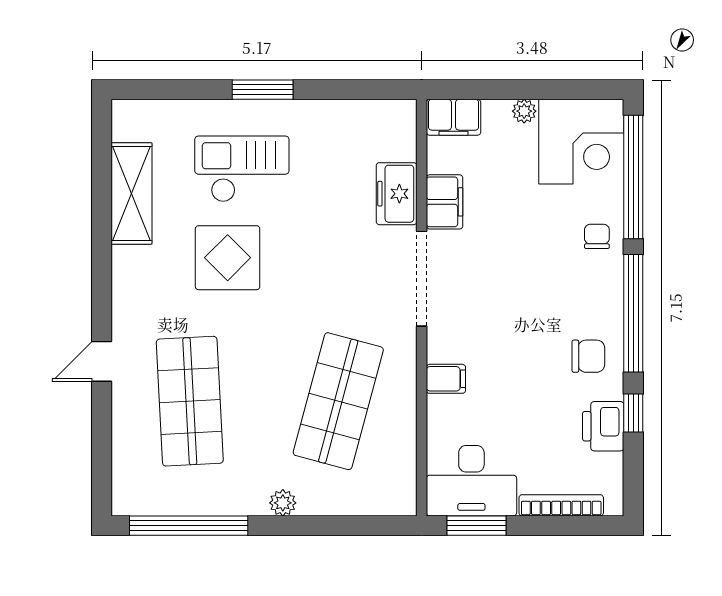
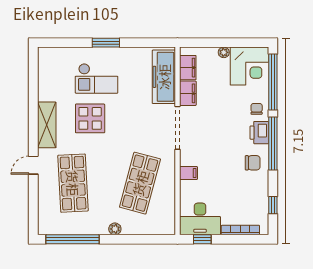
filing cabinet: (454, 117) -> (188, 68), moved, turned -90
checkout: (242, 169) -> (97, 78), turned 180
shelving: (132, 193) -> (47, 125), moved
freezer: (397, 194) -> (164, 77), width x1.91, depth x1.26
window: (633, 413) -> (273, 205), moved
printer: (603, 426) -> (259, 133), moved
window: (477, 526) -> (202, 239), width x0.67

